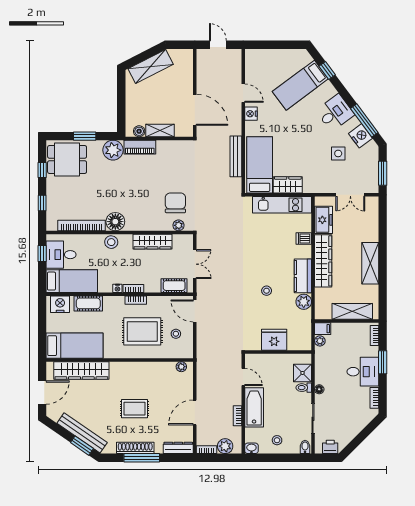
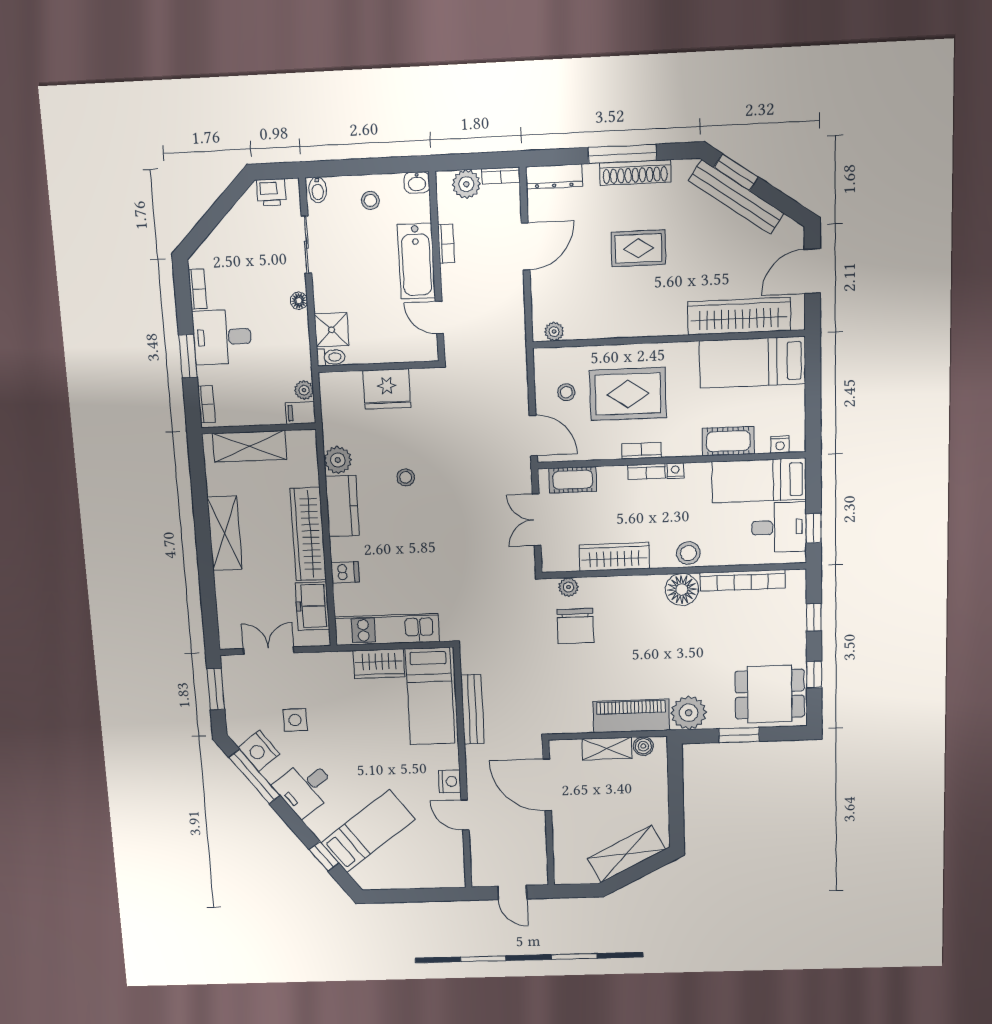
piano: (140, 147) -> (631, 716), width x1.37, depth x1.33
nightstand: (60, 304) -> (780, 444), width x0.53, depth x0.56
toilet: (304, 388) -> (331, 357), moved

